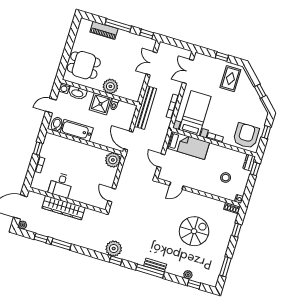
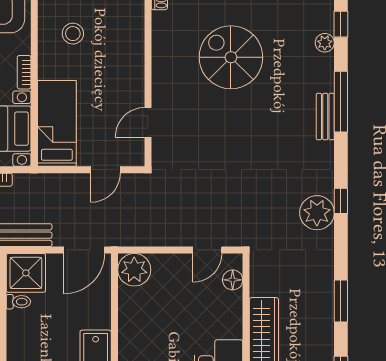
shower: (100, 104) -> (26, 273), moved
stool: (226, 178) -> (73, 34), moved
door: (176, 186) -> (148, 122), swing flipped
floor lamp: (95, 202) -> (233, 280), added
window: (61, 244) -> (341, 301), moved
window: (150, 271) -> (341, 102), moved

